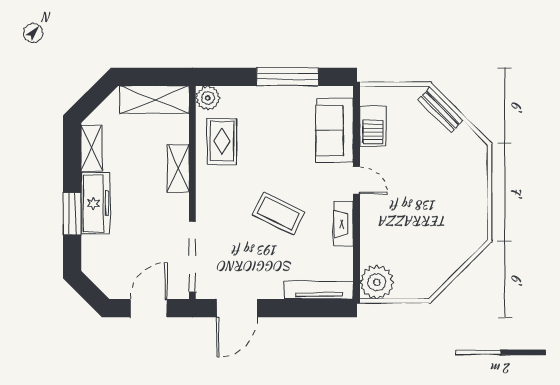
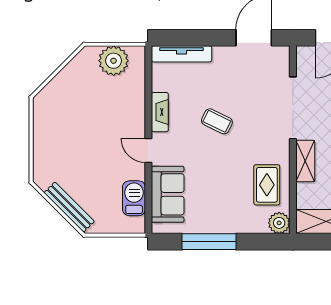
bench: (440, 110) -> (69, 207), width x1.36
coffee table: (279, 213) -> (217, 121), width x0.73, depth x0.77
doorway: (192, 257) -> (293, 108), moved
plant: (377, 282) -> (114, 61), moved

